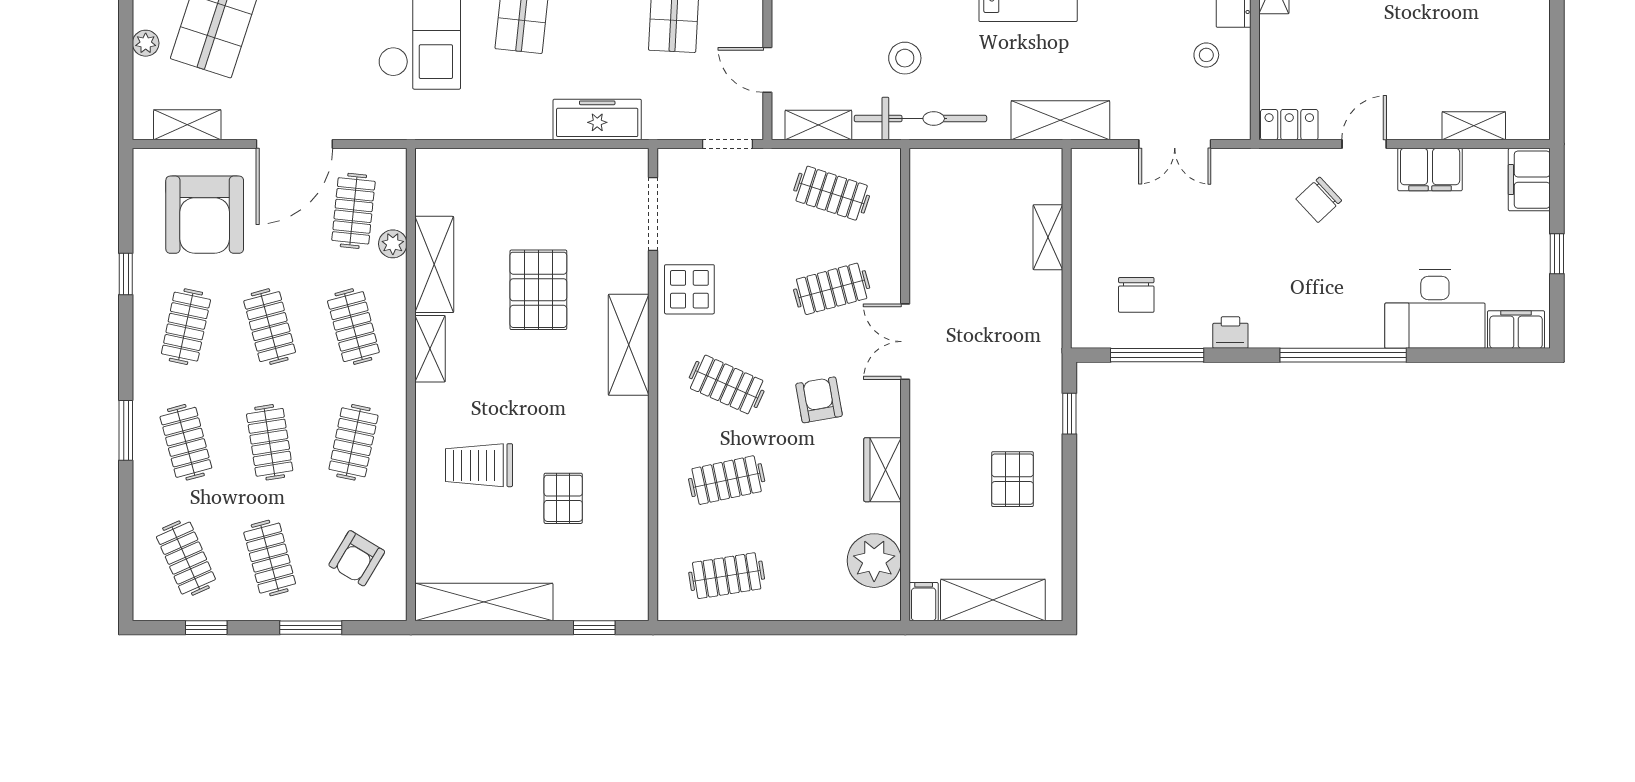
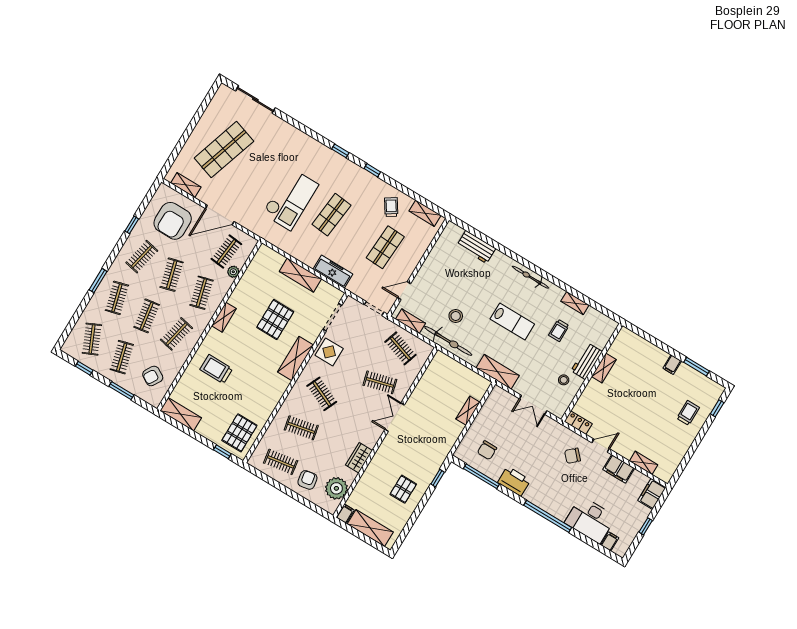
plant: (146, 43) -> (189, 147), removed
door: (767, 70) -> (404, 291), hinge flipped
shelving: (434, 264) -> (300, 275), moved, turned 90
filing cabinet: (1516, 330) -> (610, 541), width x0.50
printer: (1230, 333) -> (514, 481), width x1.87, depth x1.48
armchair: (819, 400) -> (307, 480), moved
pallet: (563, 498) -> (239, 433), moved, width x1.50, depth x1.42
shelving: (484, 602) -> (181, 414), width x0.68

